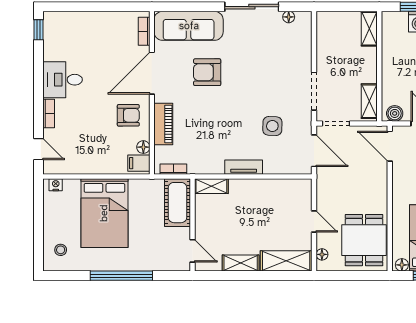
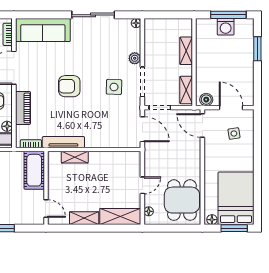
floor lamp: (289, 17) -> (136, 23), moved
shelving: (369, 29) -> (186, 51), moved
plant: (304, 61) -> (135, 58), added
armchair: (207, 72) -> (69, 86), moved
side table: (272, 126) -> (114, 87), moved
tv unit: (244, 167) -> (63, 142), moved, width x1.41
shelving: (211, 186) -> (75, 157), moved
door: (314, 222) -> (142, 185), hinge flipped

